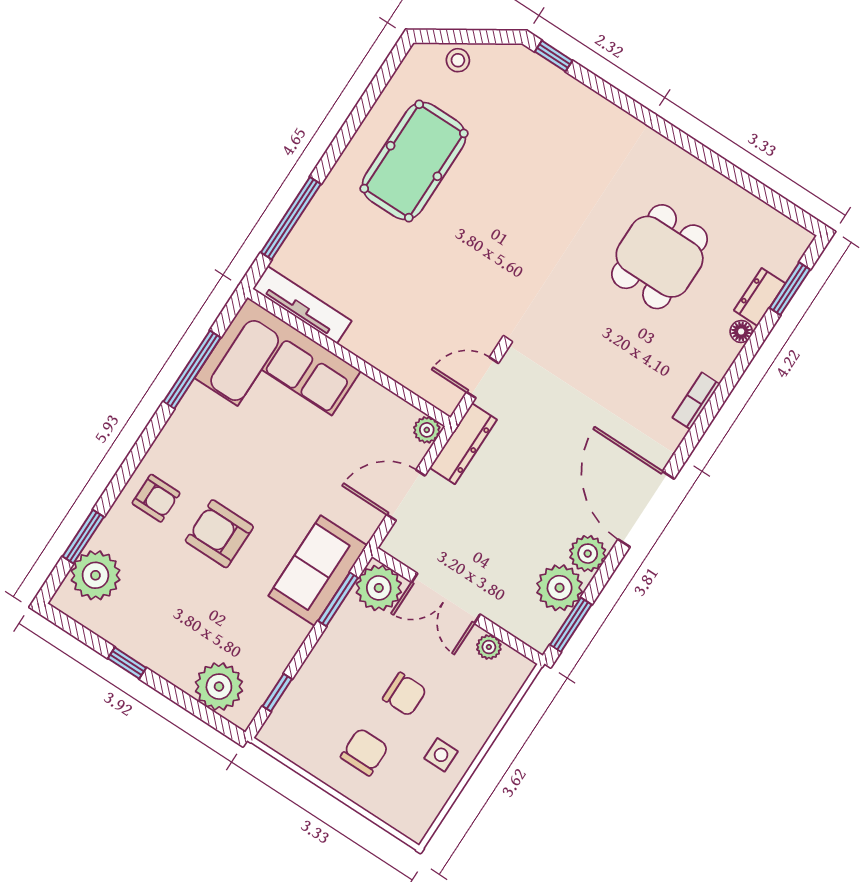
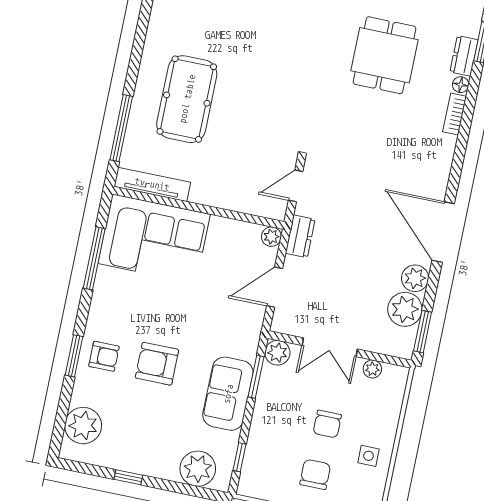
pool table: (414, 161) -> (187, 99), moved
bookcase: (696, 401) -> (455, 114), moved
dresser: (463, 444) -> (300, 236), width x0.70
window: (83, 537) -> (74, 356), moved
sofa: (318, 571) -> (228, 394), moved
plant: (379, 588) -> (277, 353), width x0.73, depth x0.73
chair: (405, 694) -> (327, 424), turned 90

